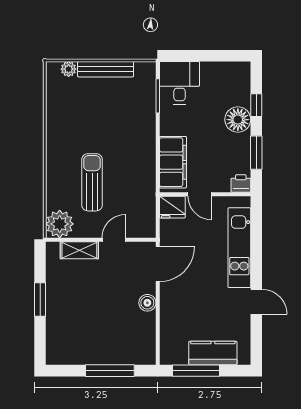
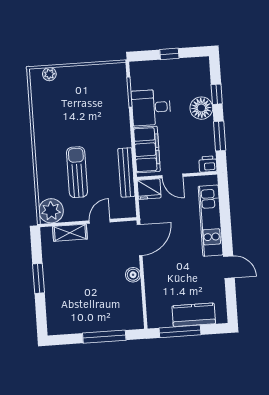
window: (206, 56) -> (169, 54), added
bench: (106, 69) -> (126, 172), moved, turned 90
desk: (180, 83) -> (151, 107), moved, turned -90

